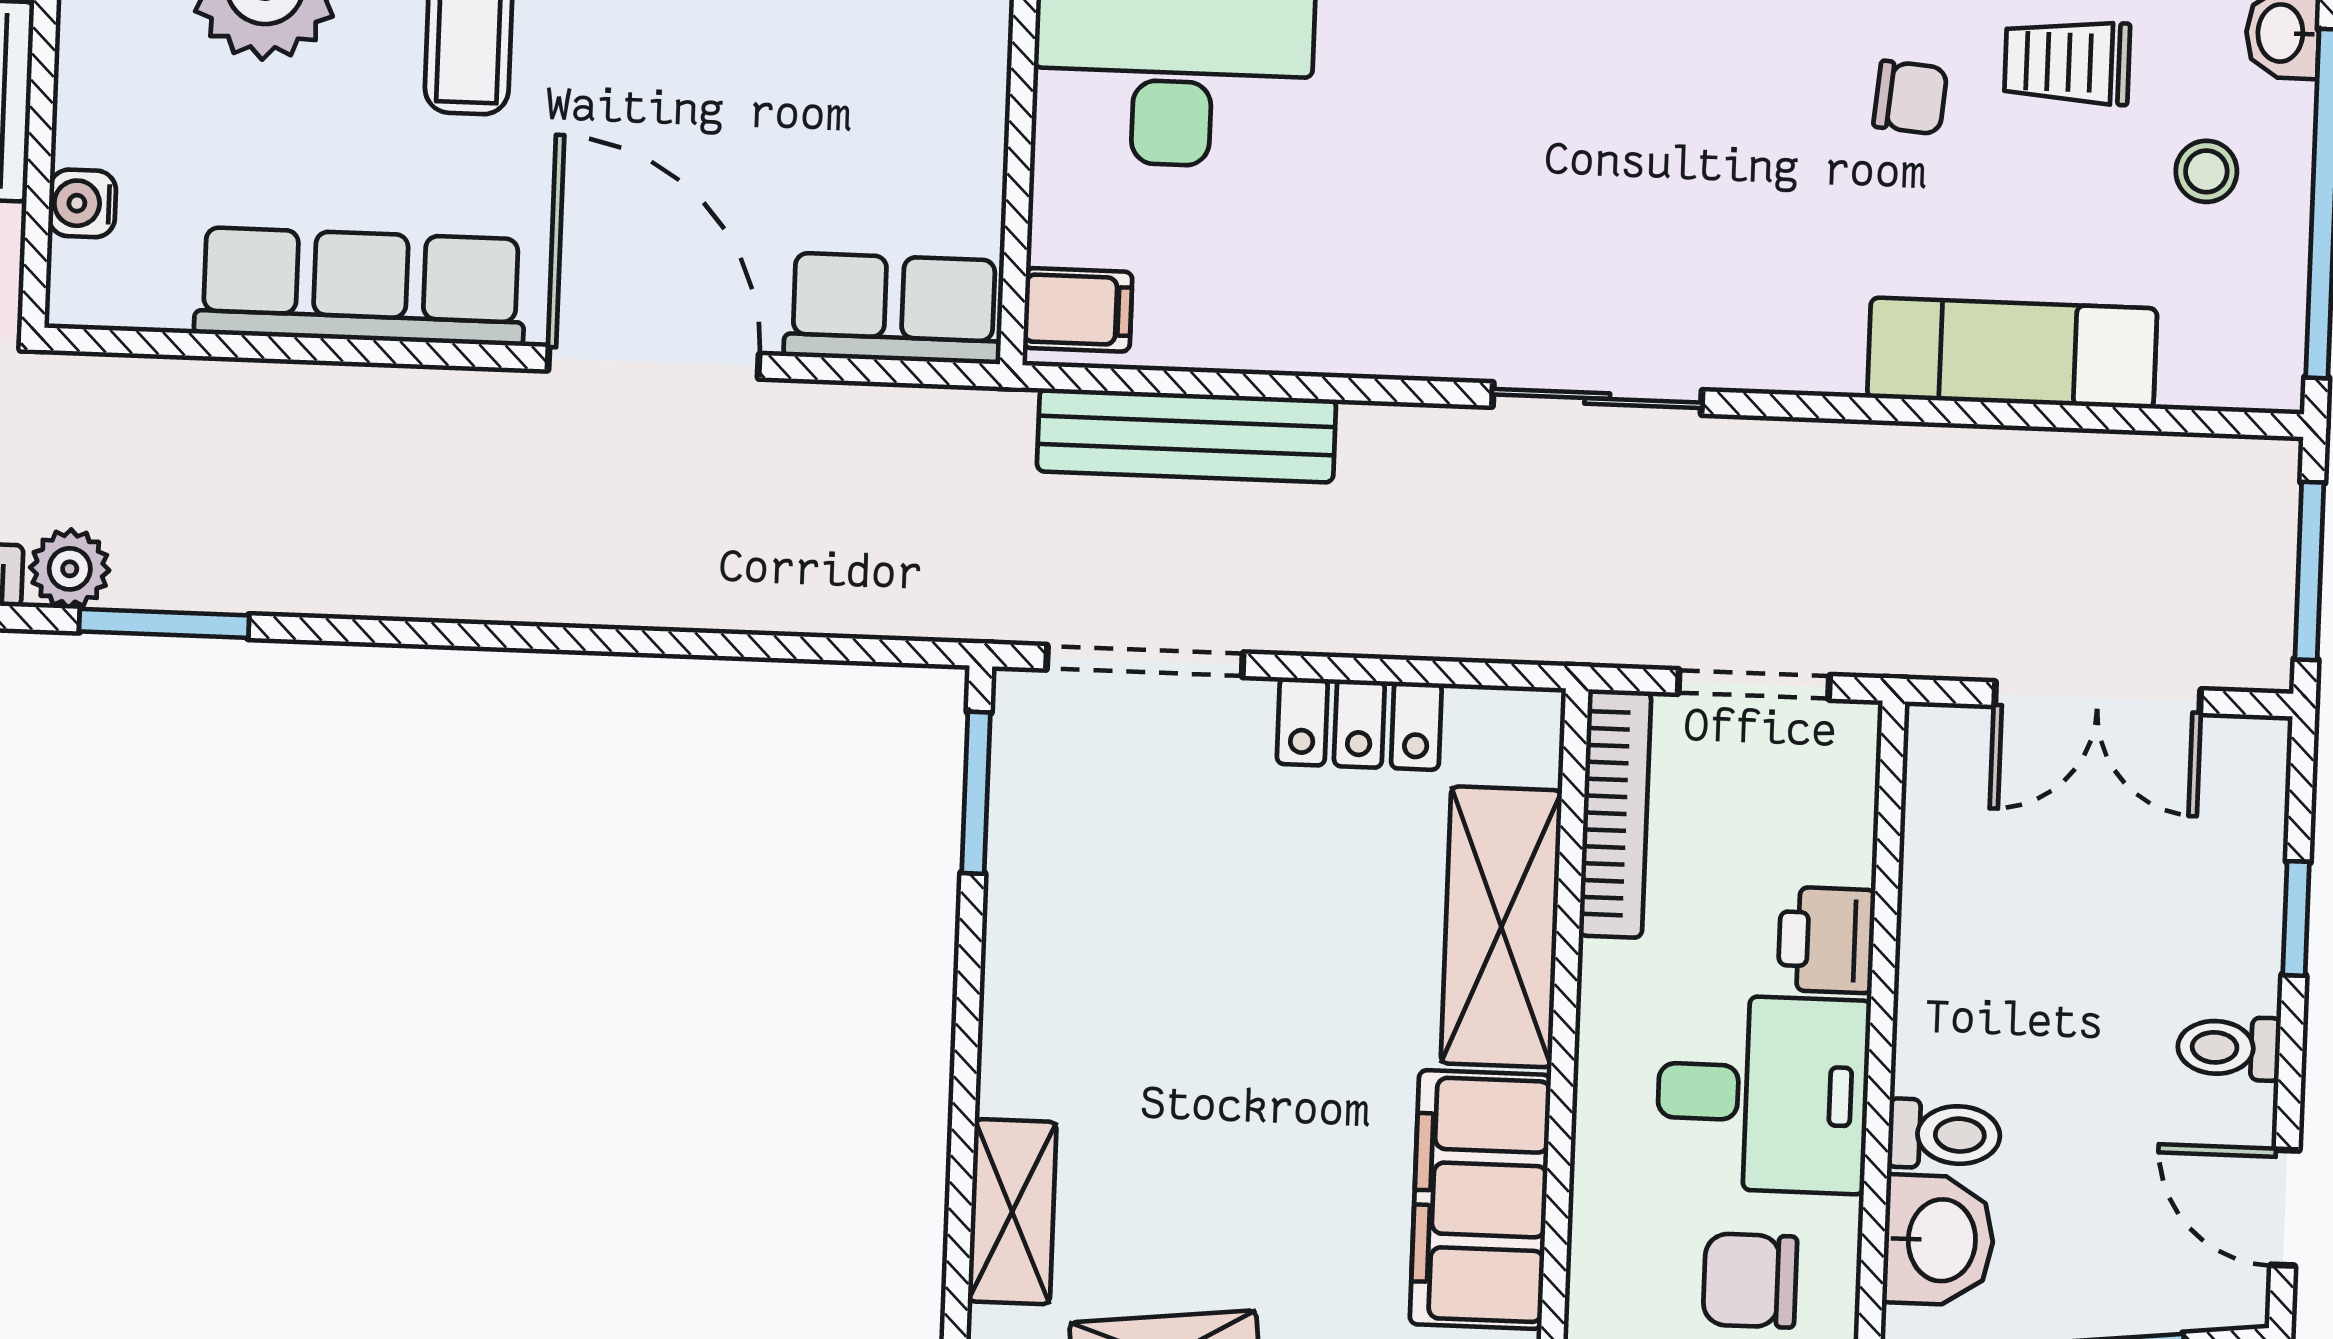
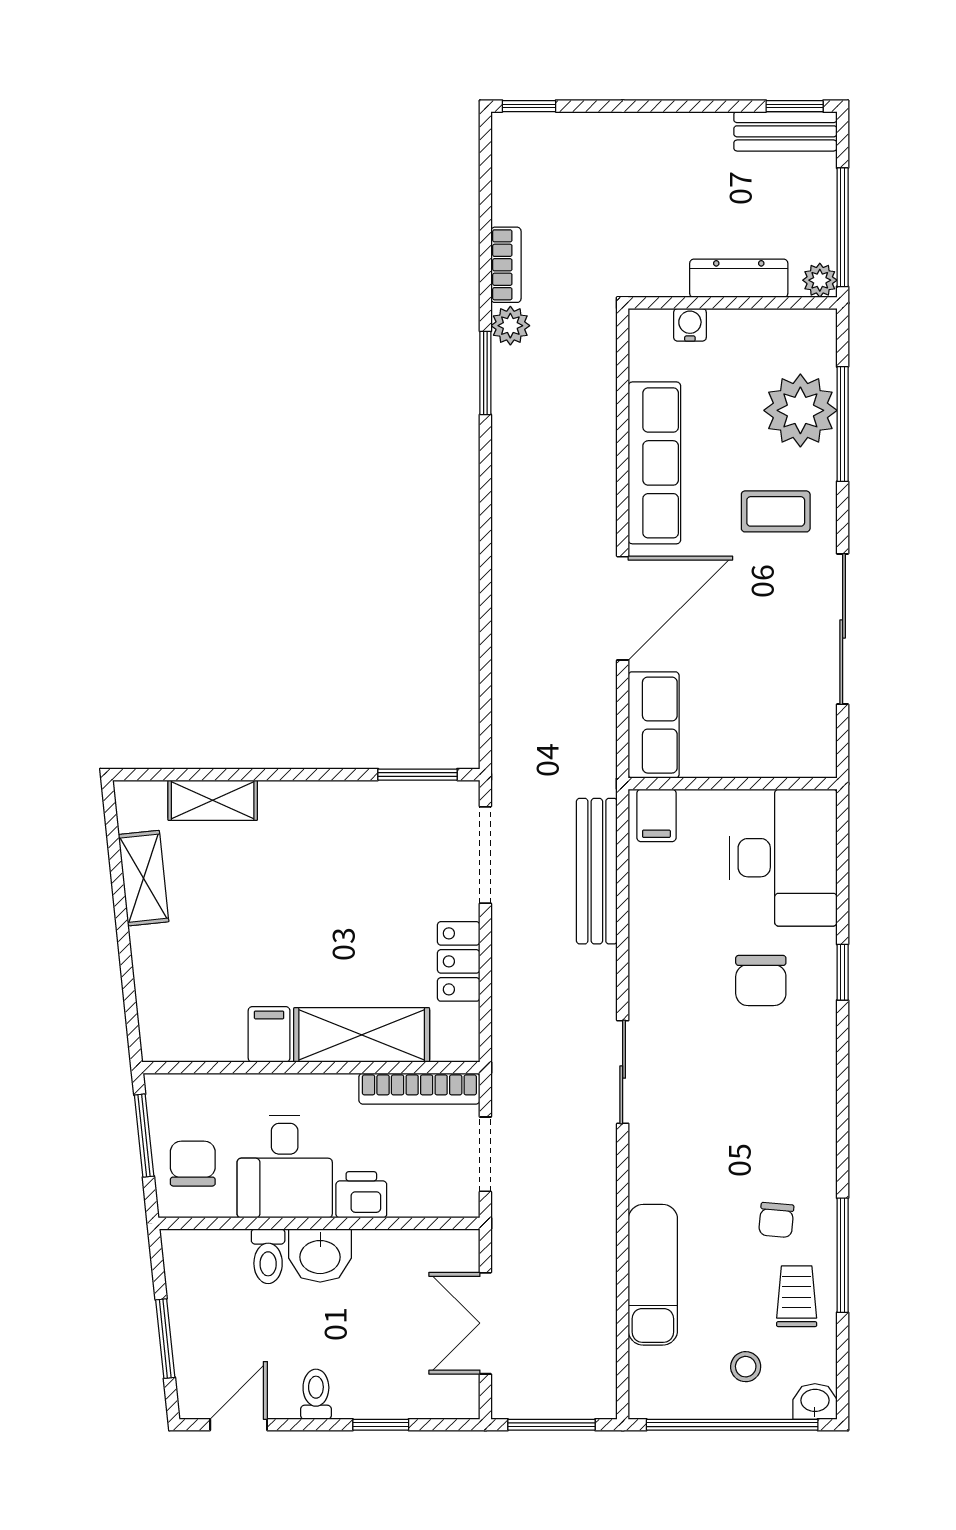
chair: (1422, 110) -> (761, 981), added
filing cabinet: (1480, 1200) -> (269, 1034), width x0.33, depth x0.86
washbasin: (1939, 1240) -> (320, 1255), moved

